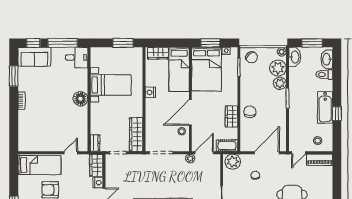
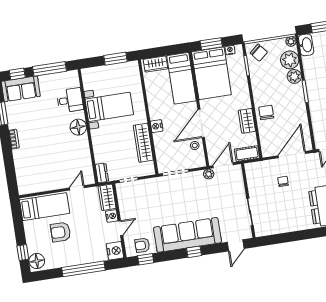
desk: (77, 57) -> (70, 100), moved
nightstand: (150, 92) -> (157, 126), moved
wardrobe: (136, 134) -> (143, 143), moved
plant: (233, 162) -> (256, 170), removed

